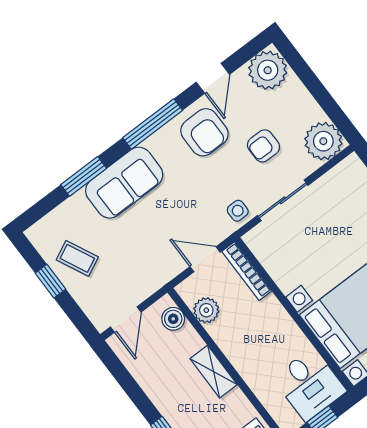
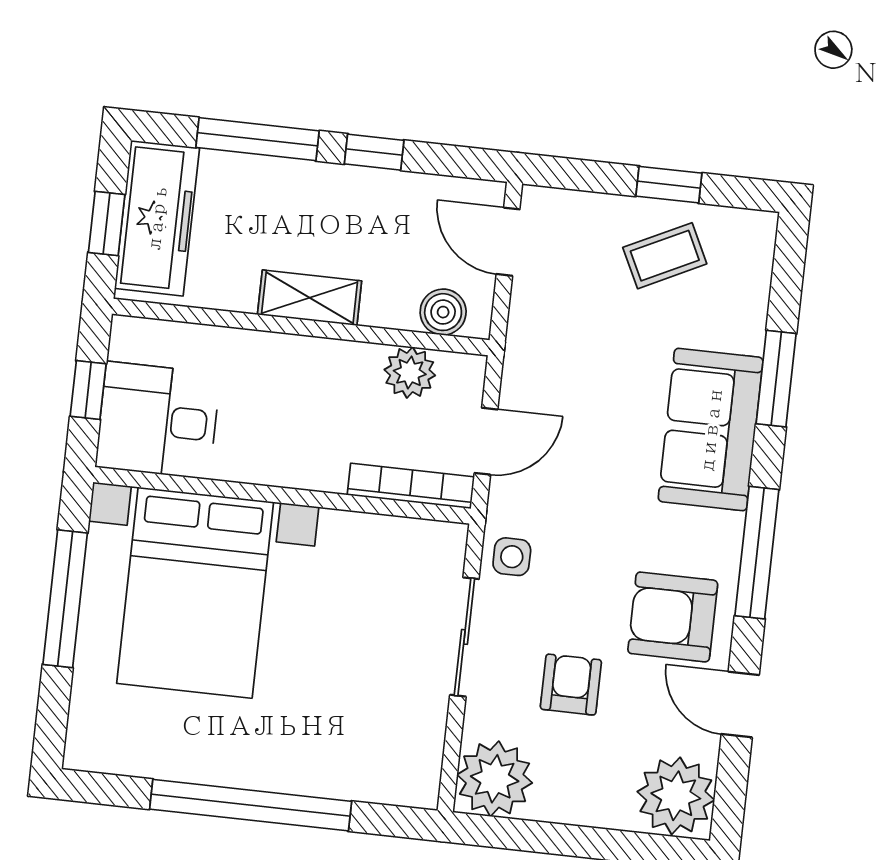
window: (139, 398) -> (374, 152), added

